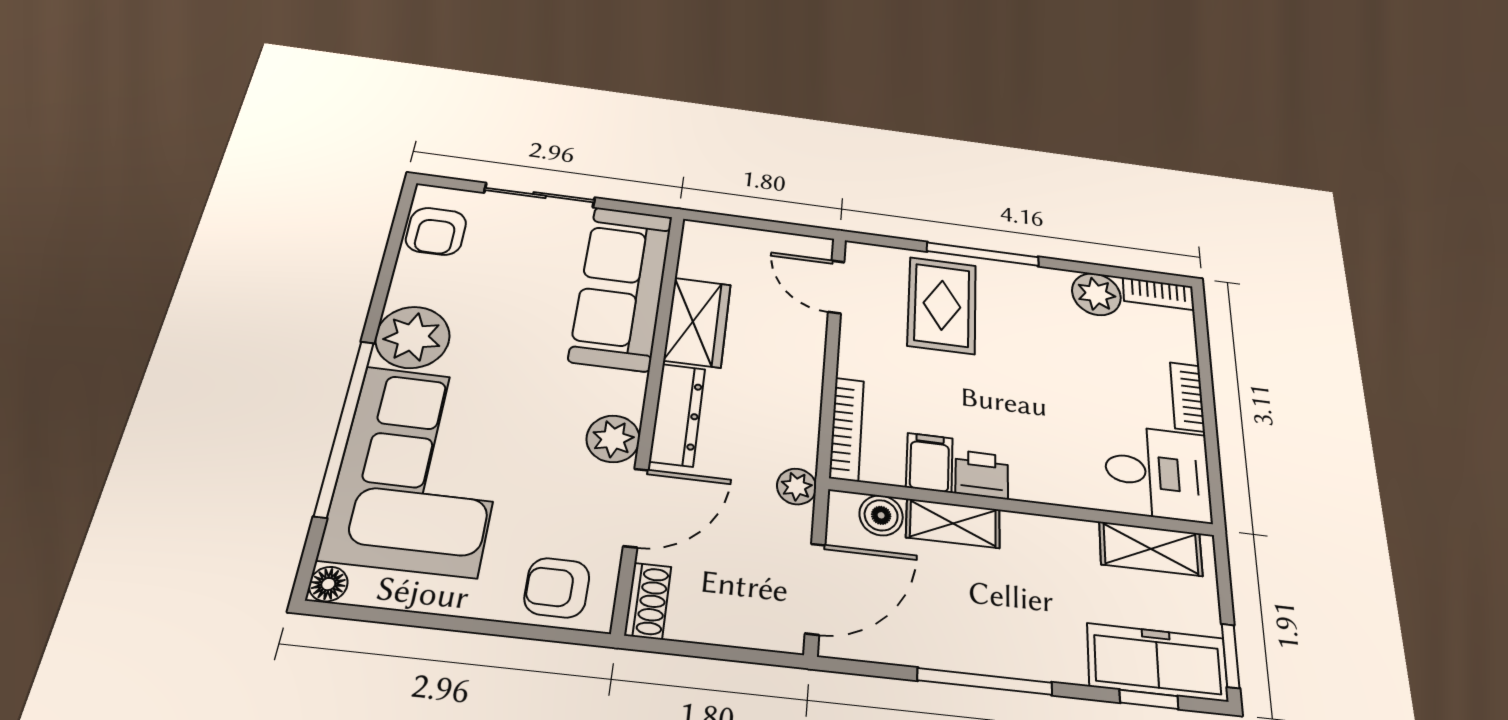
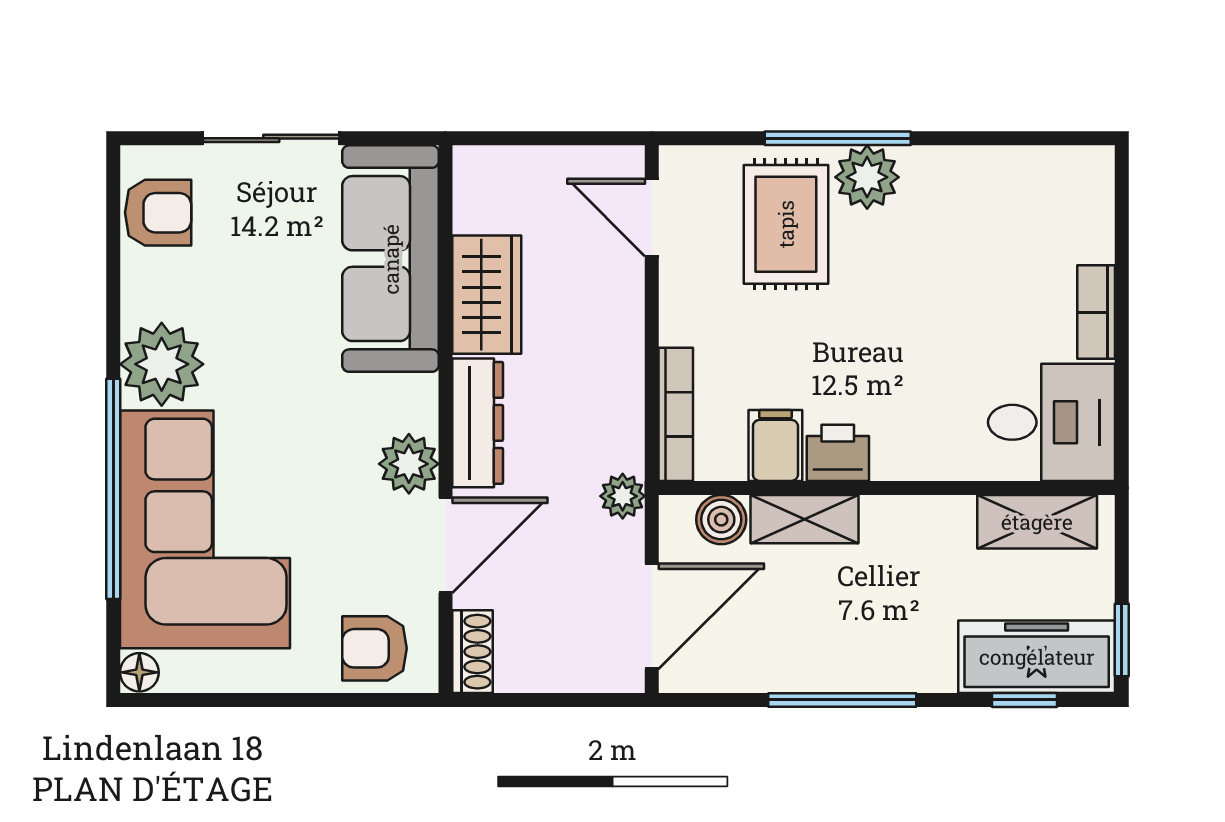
armchair: (436, 231) -> (158, 213), turned -90
plant: (1096, 294) -> (867, 177), moved
bookcase: (1159, 294) -> (1069, 164), removed

